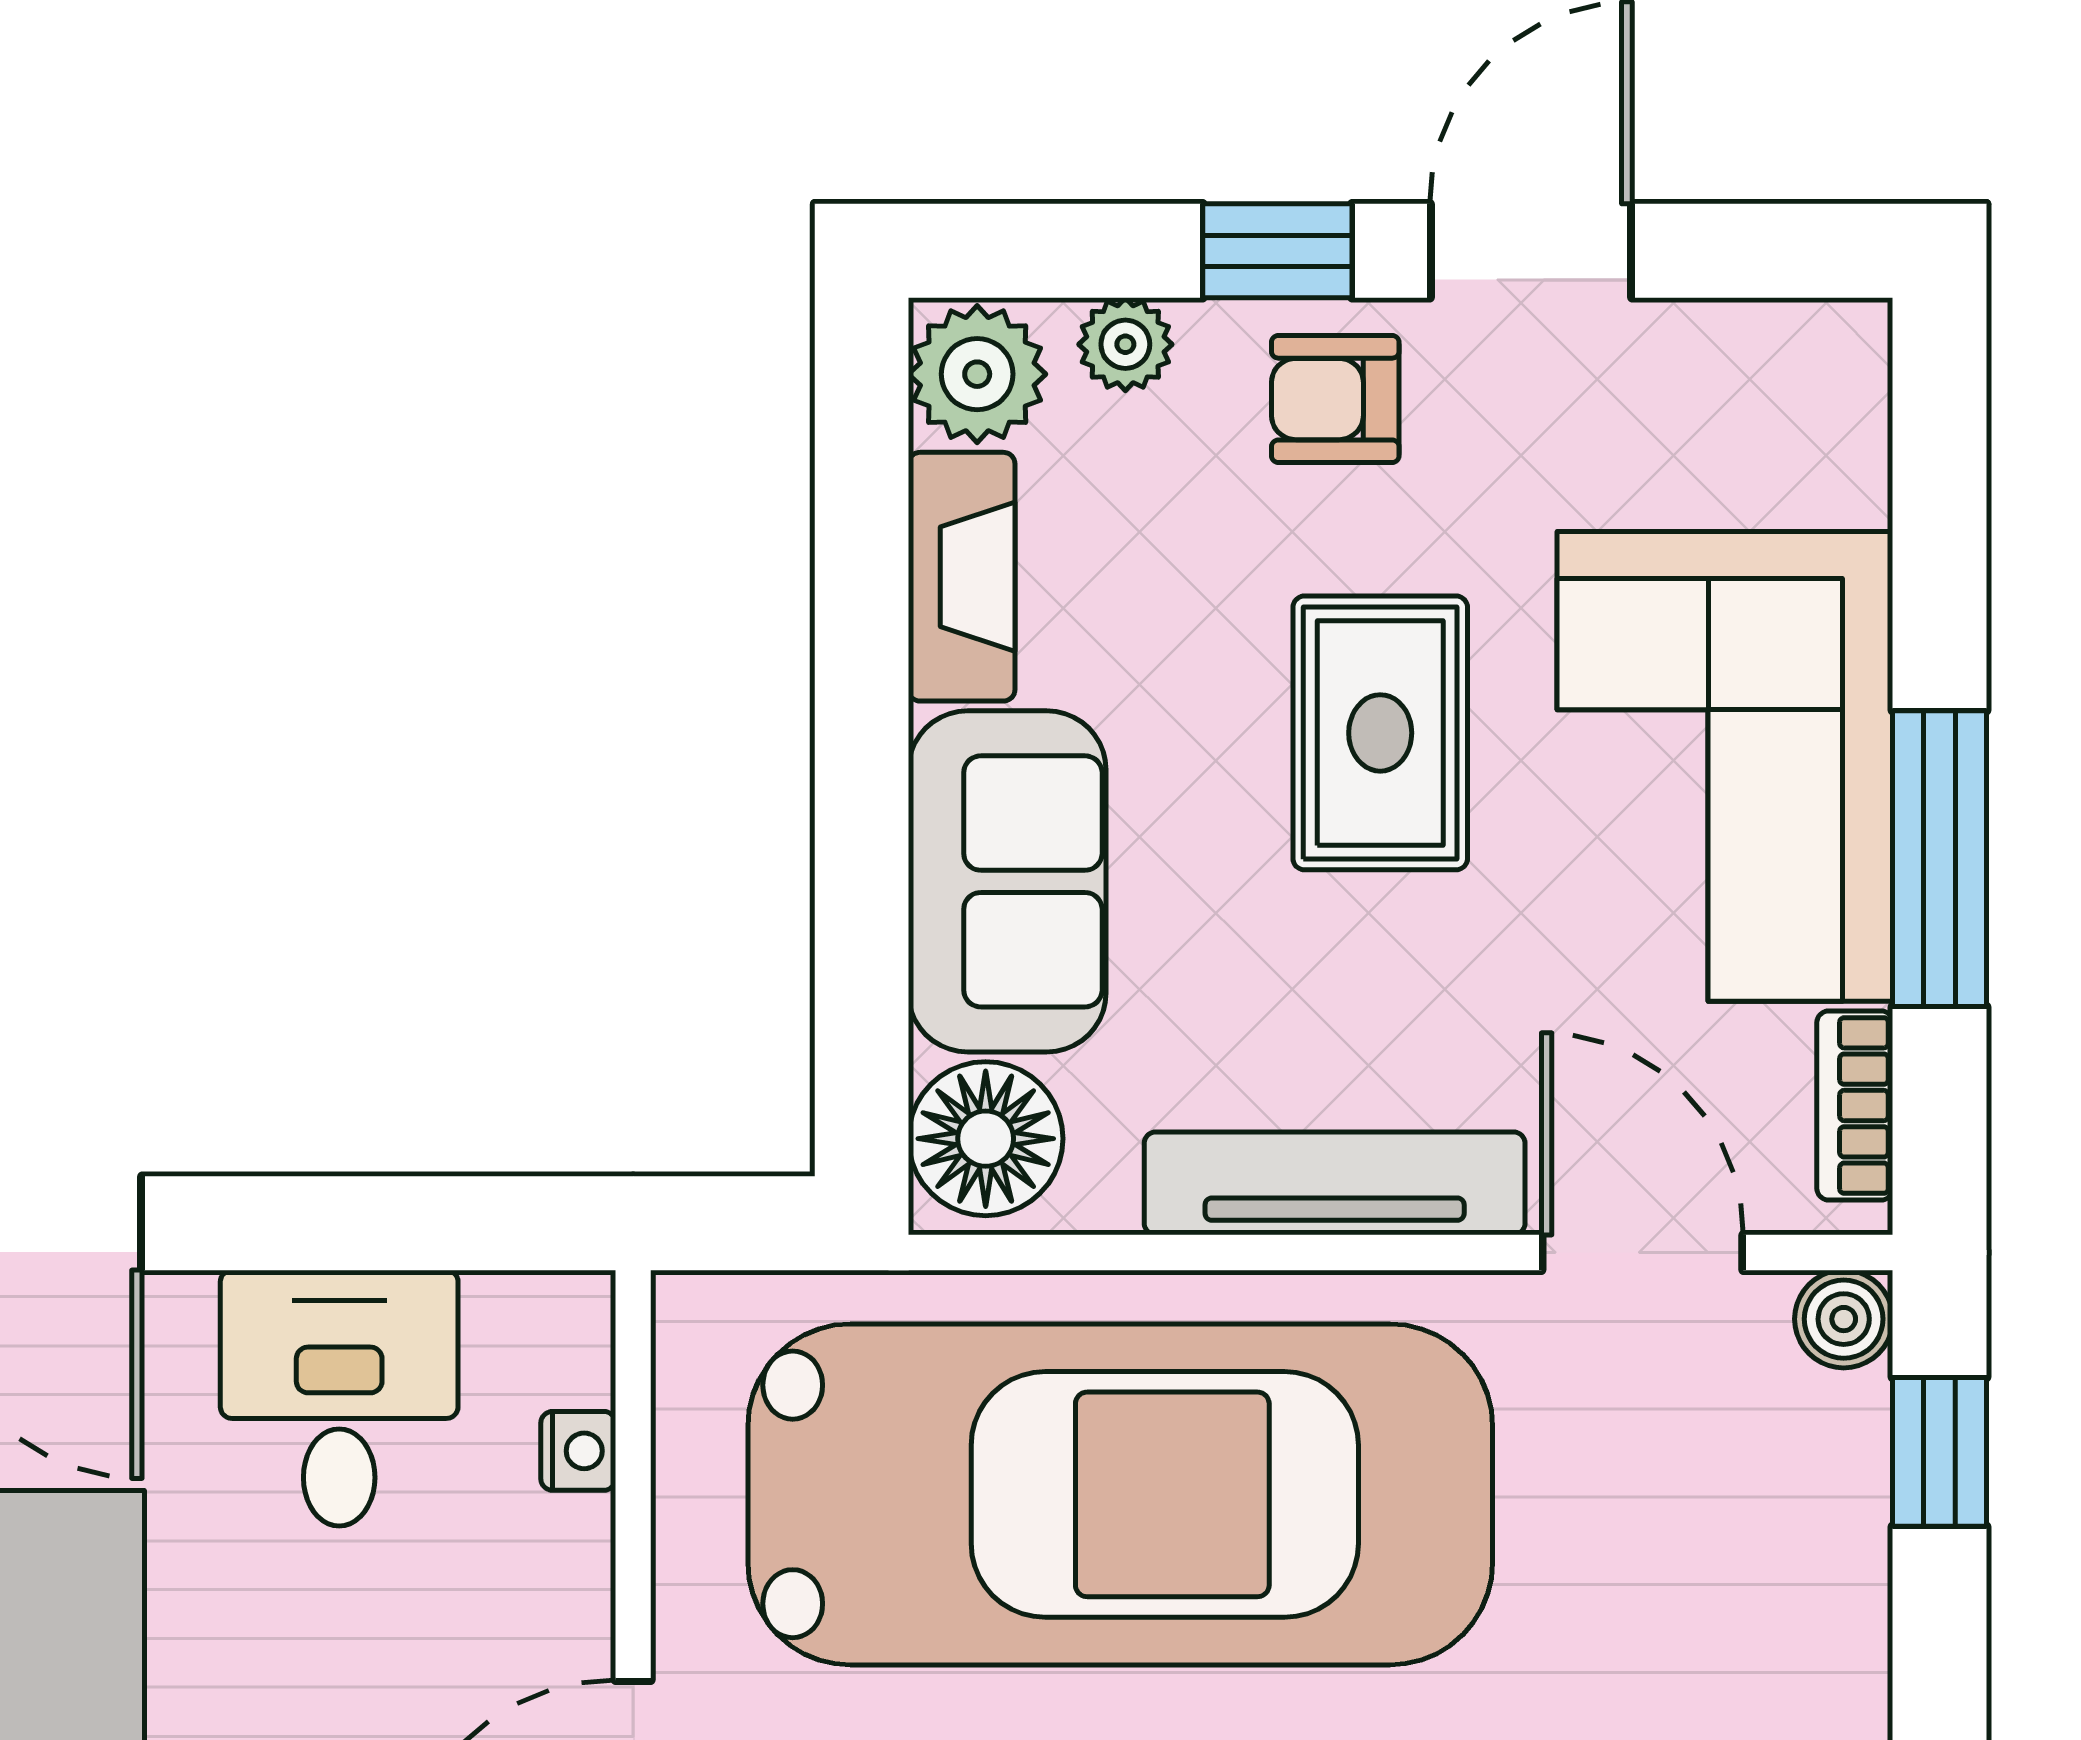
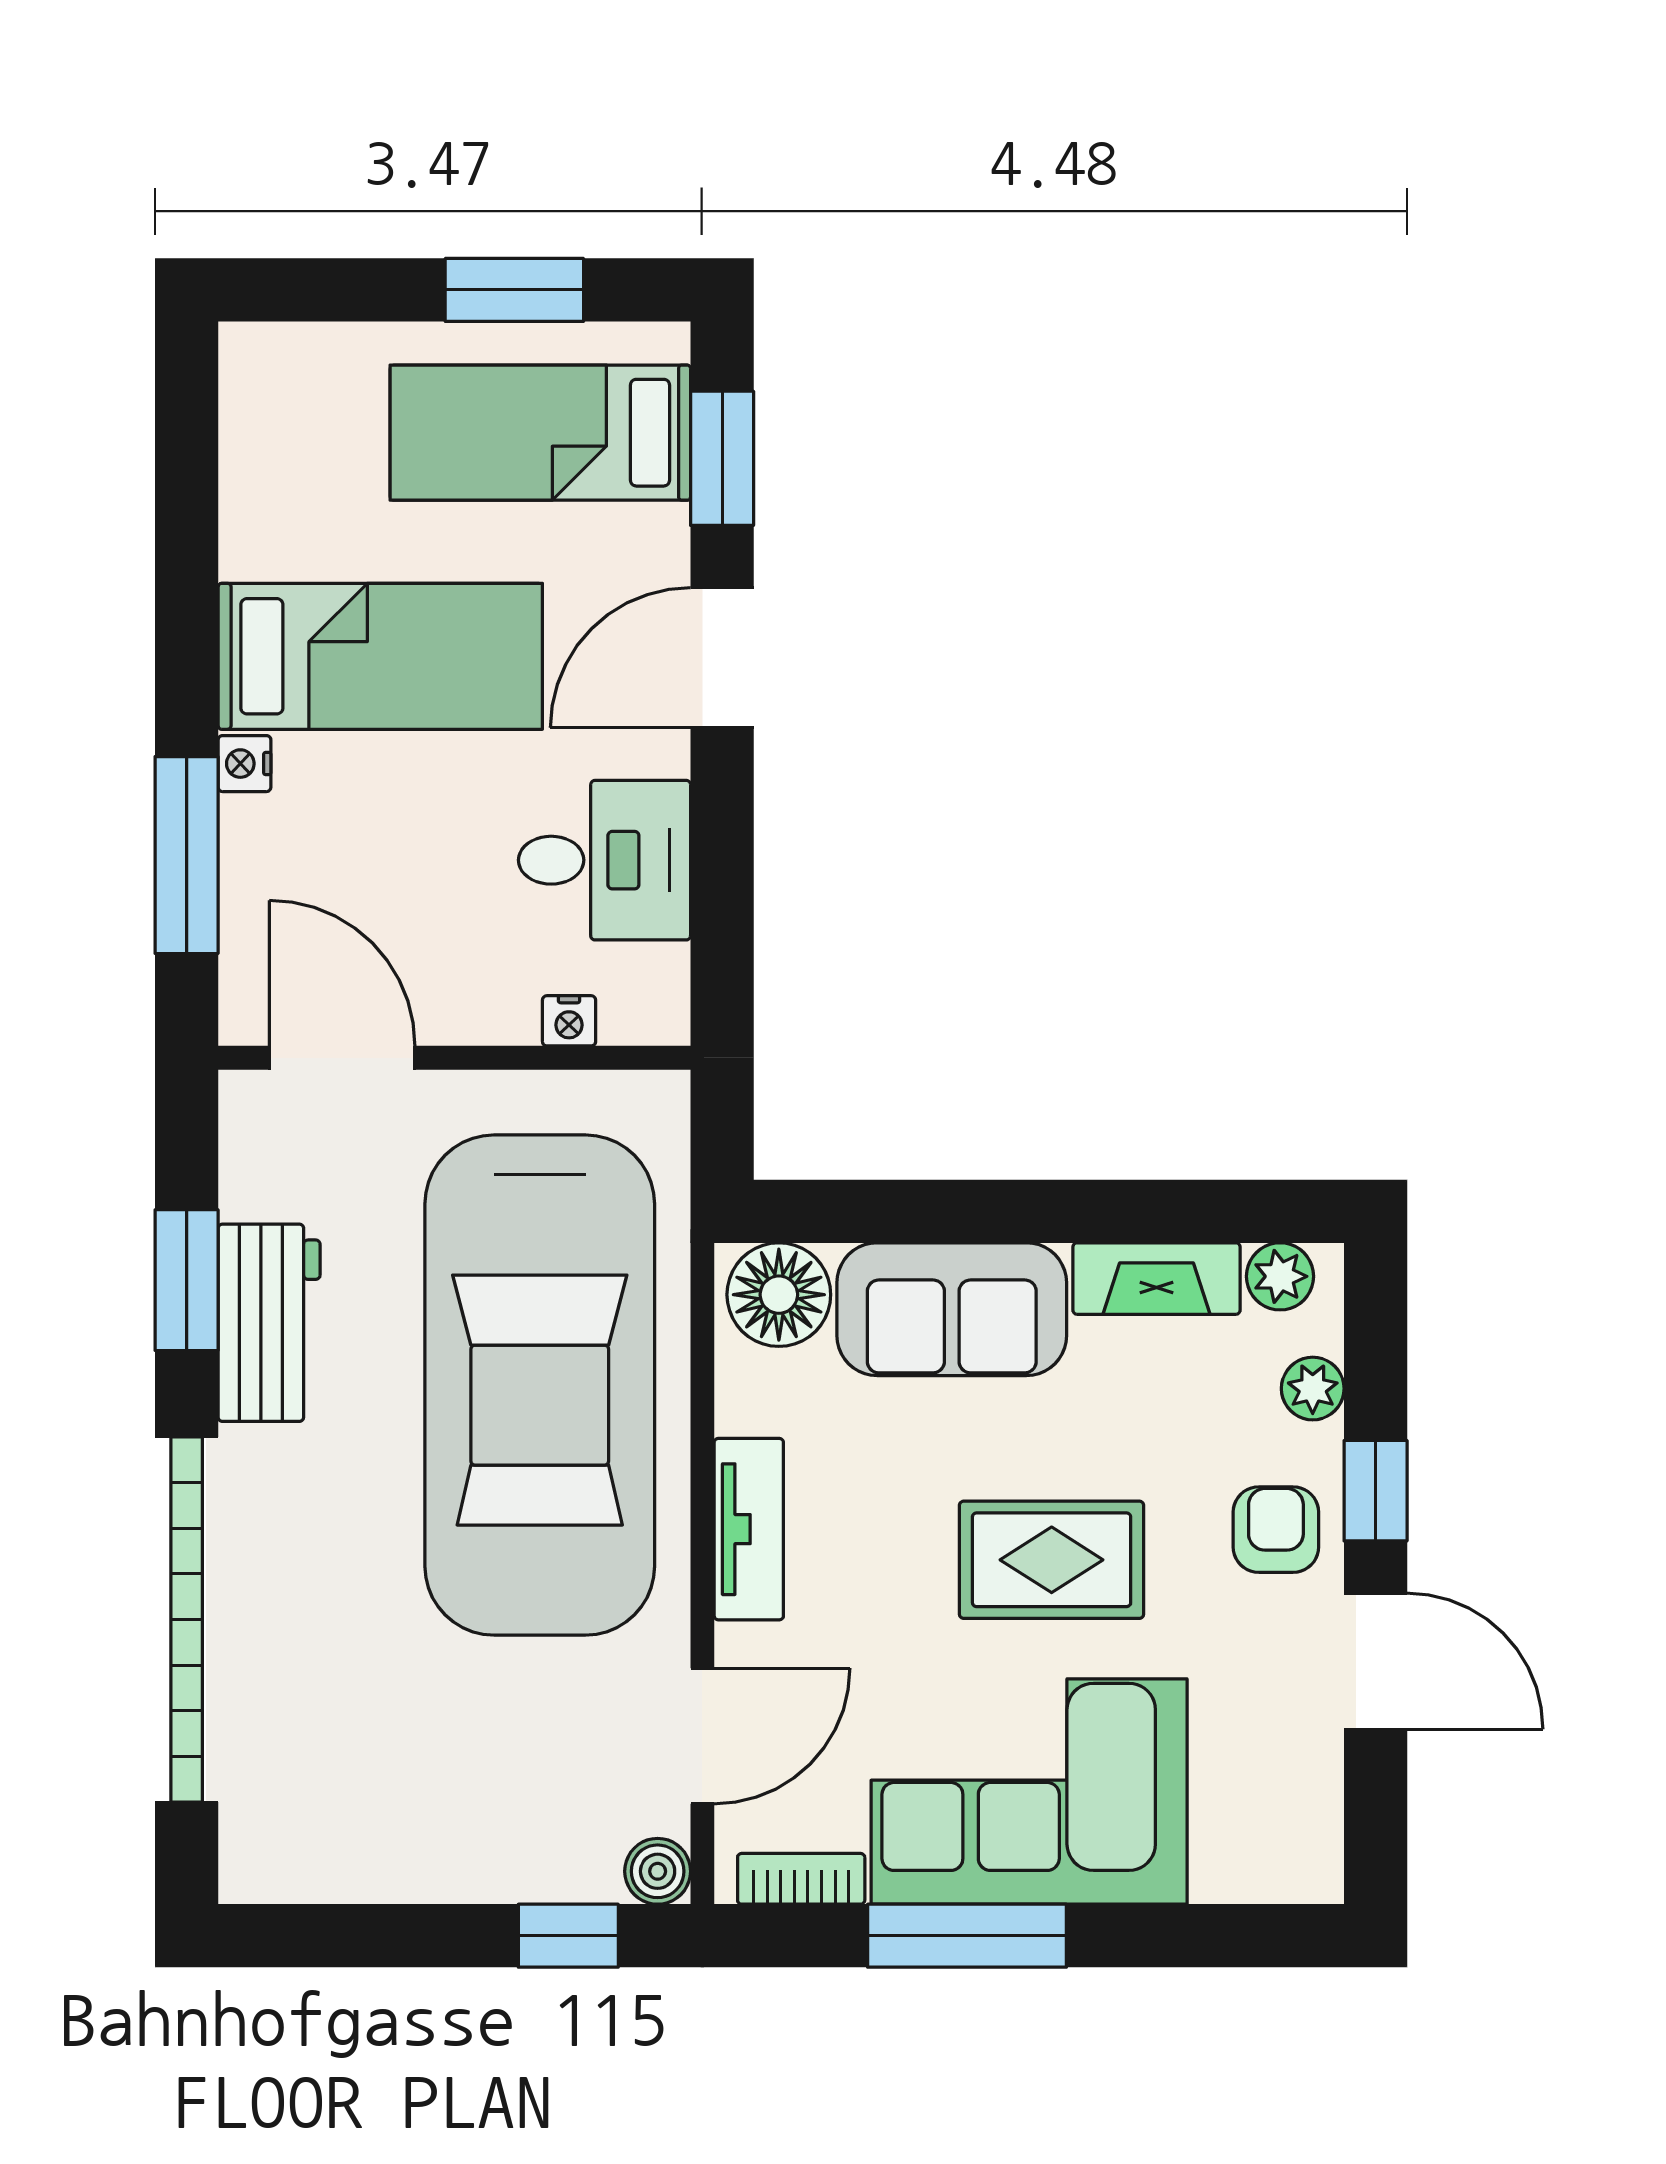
plant: (977, 374) -> (1280, 1276), width x0.73, depth x0.73
tv unit: (1335, 1183) -> (749, 1529), width x0.71

